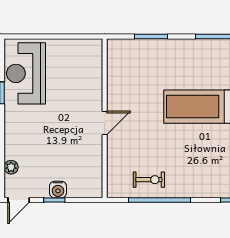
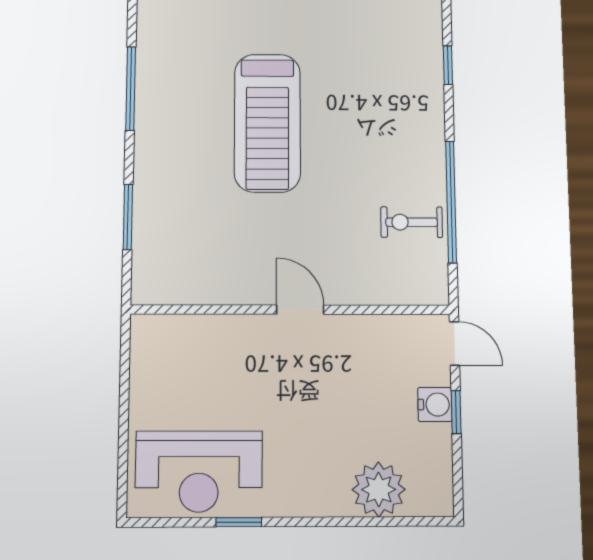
plant: (11, 167) -> (379, 489), width x1.88, depth x1.88
exercise bike: (149, 180) -> (412, 222), turned -90
door: (19, 200) -> (454, 343), moved

